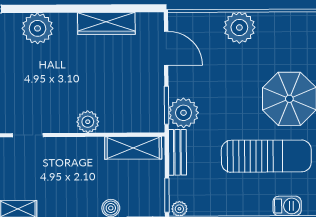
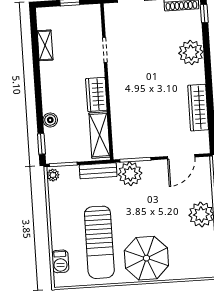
plant: (88, 122) -> (118, 97), removed
wardrobe: (83, 149) -> (96, 94), added

